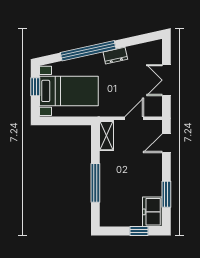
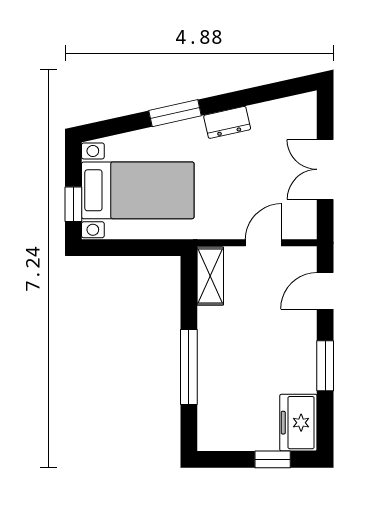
window: (88, 51) -> (175, 113), width x0.47
window: (35, 87) -> (73, 204), moved
window: (166, 194) -> (325, 366), moved

